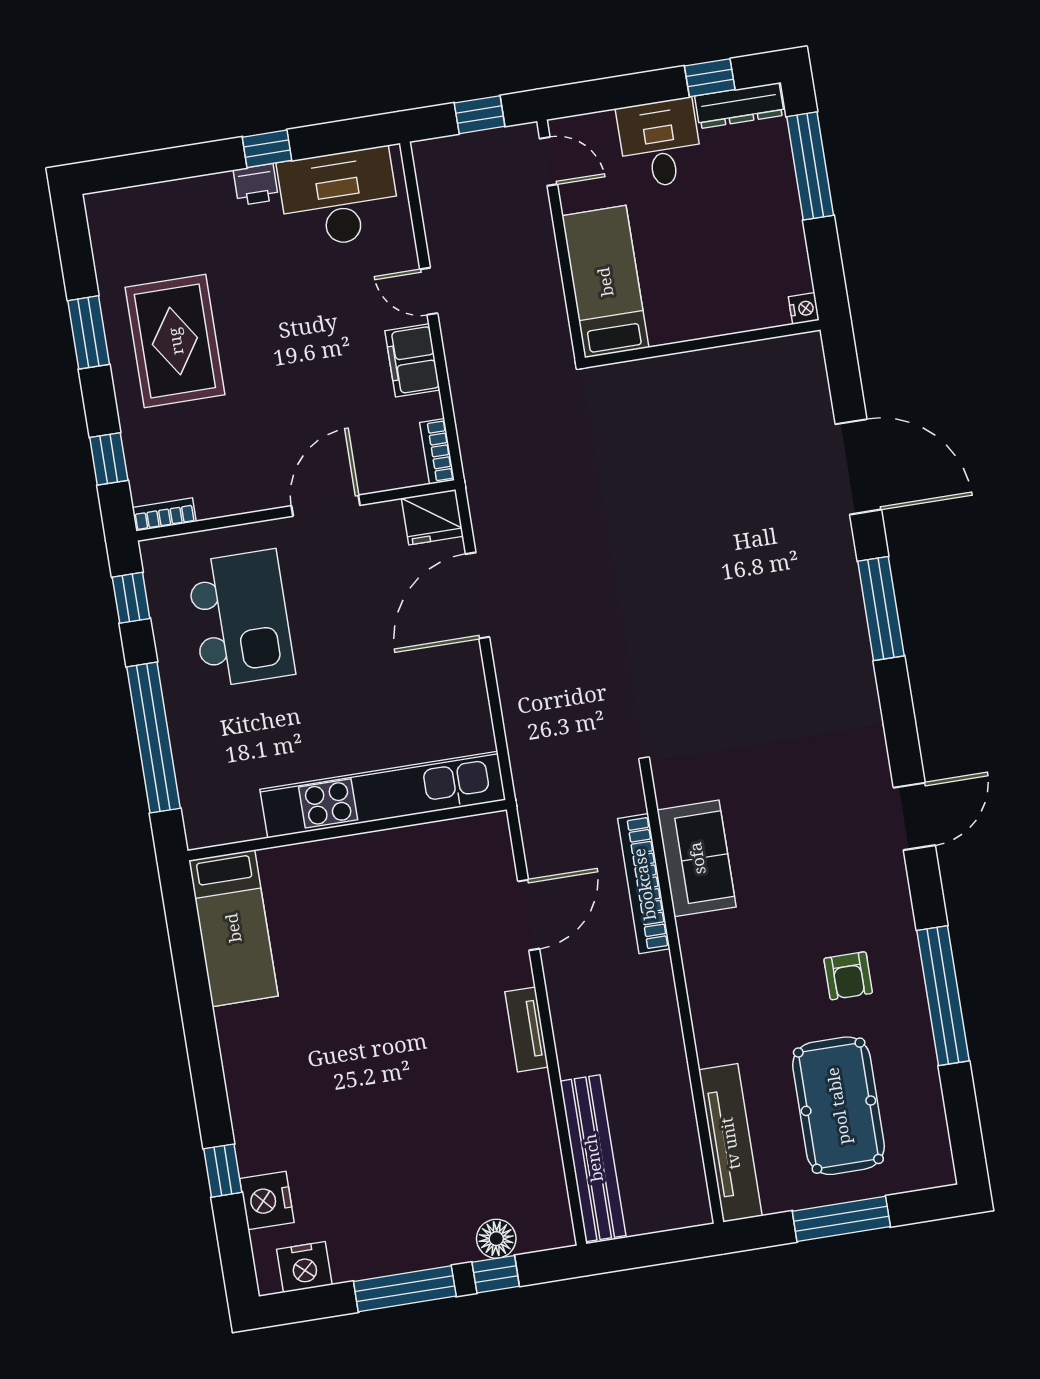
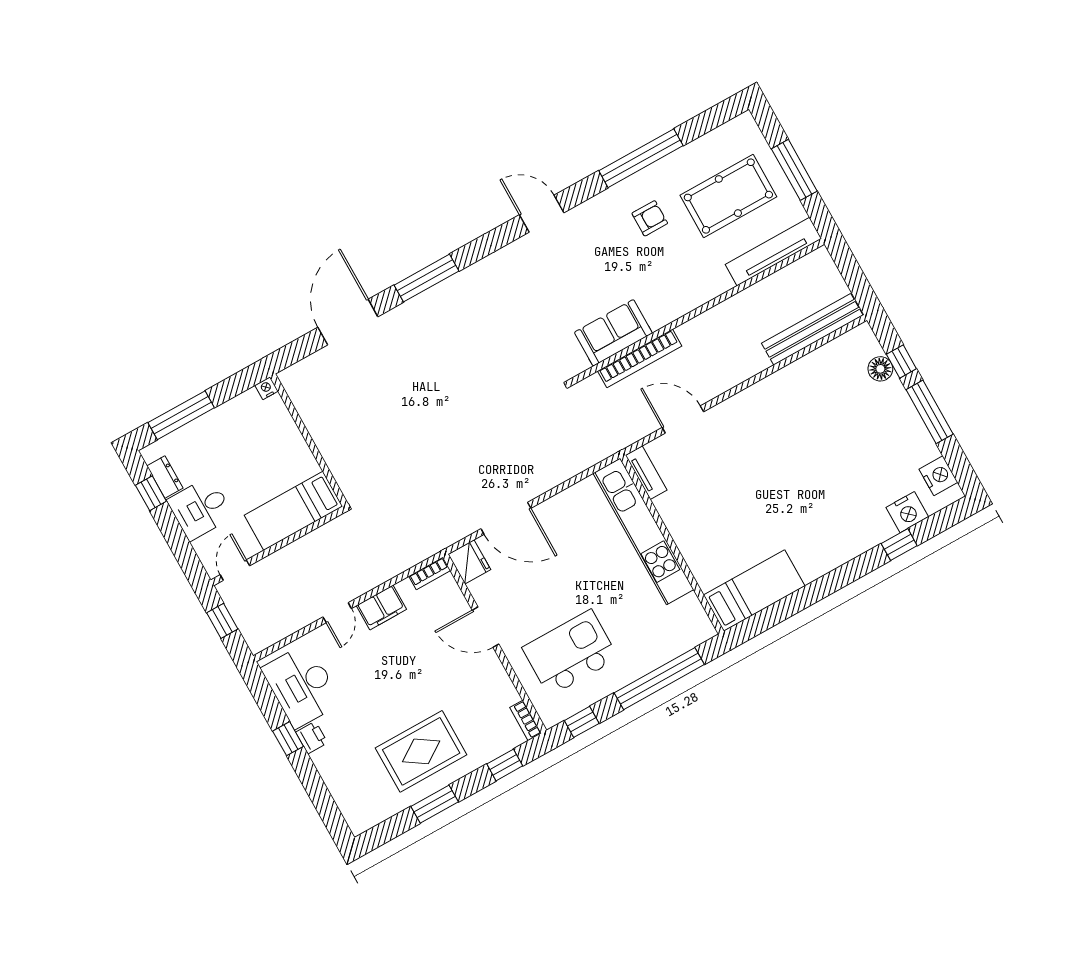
dresser: (739, 106) -> (165, 477), width x0.70
tv unit: (527, 1029) -> (646, 473), moved, turned -90

